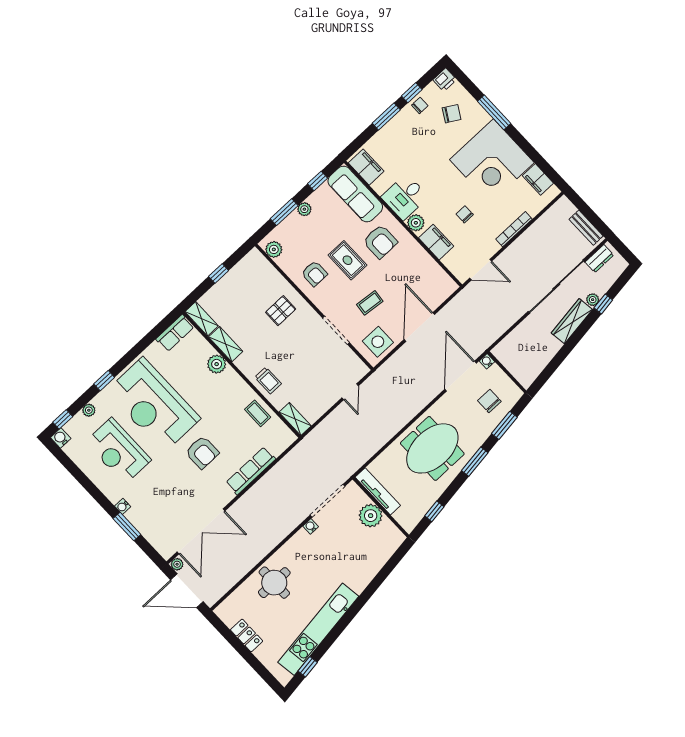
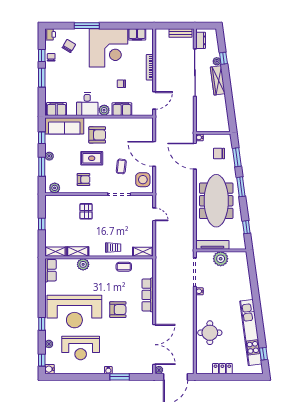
meeting table: (432, 448) -> (216, 201), width x1.36

